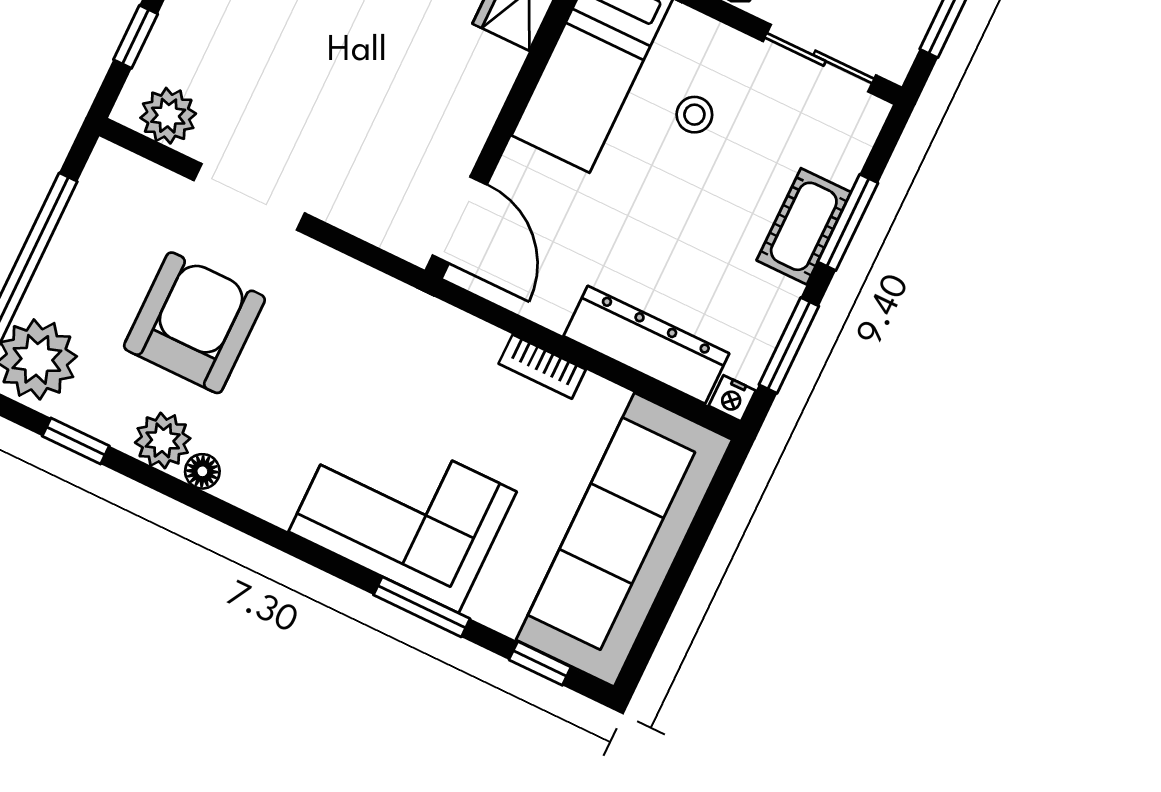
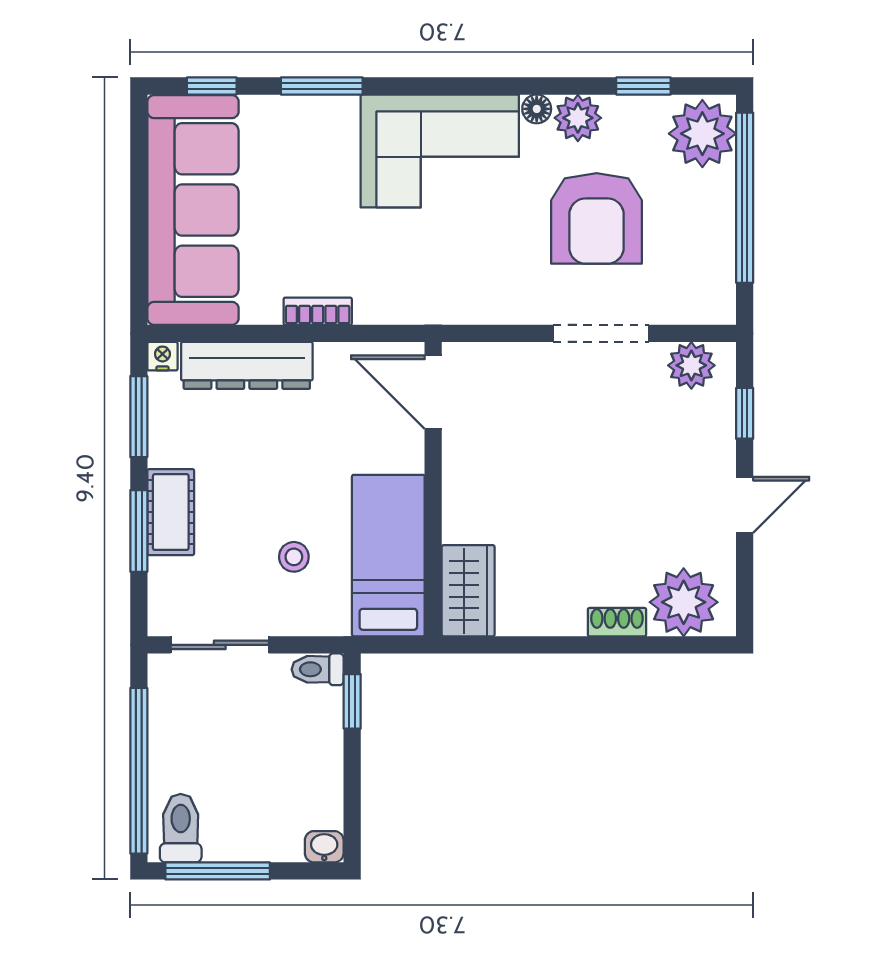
corner sofa: (403, 512) -> (440, 151), moved

